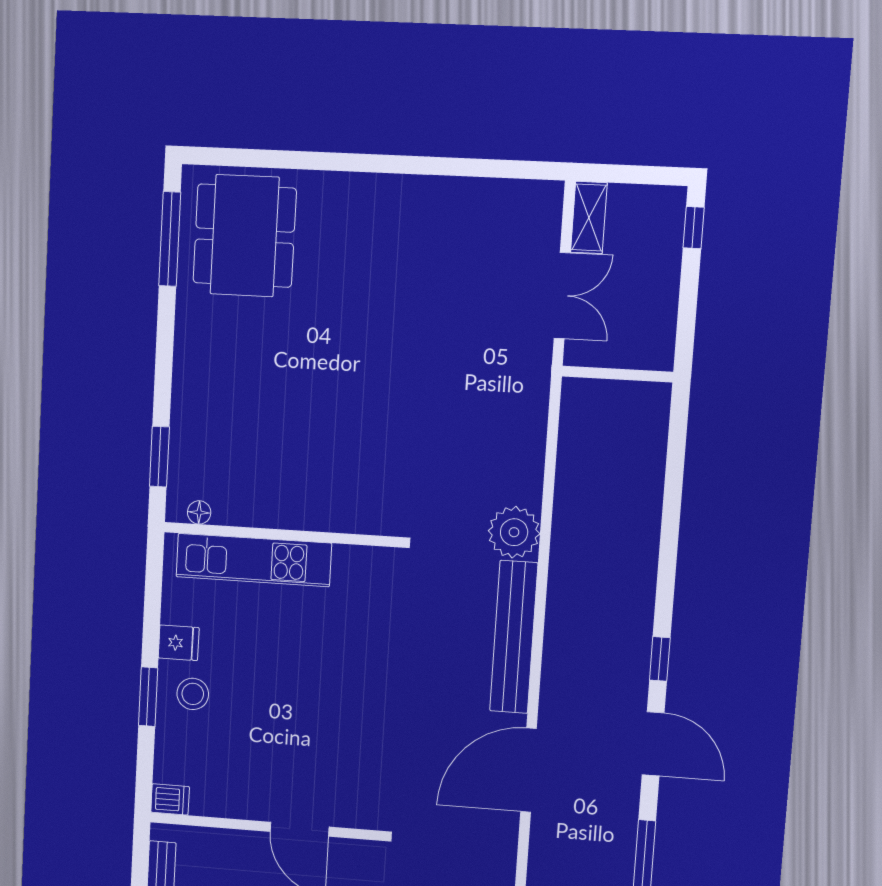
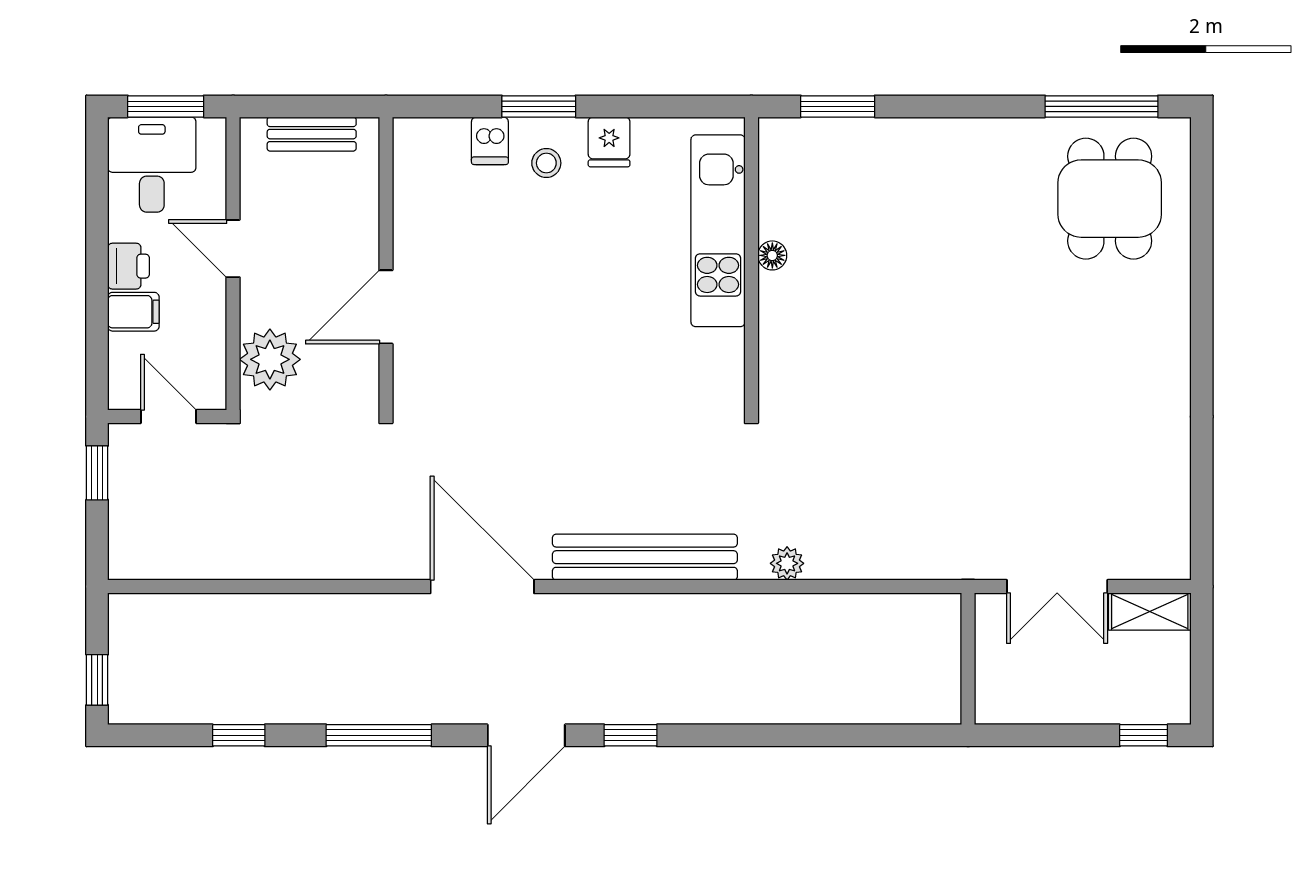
dining table: (245, 236) -> (1110, 199), width x0.73
floor lamp: (199, 512) -> (772, 255), moved
plant: (514, 532) -> (787, 563), width x0.53, depth x0.53
stool: (193, 694) -> (546, 163), width x0.73, depth x0.73
dishwasher: (170, 799) -> (490, 141), moved

